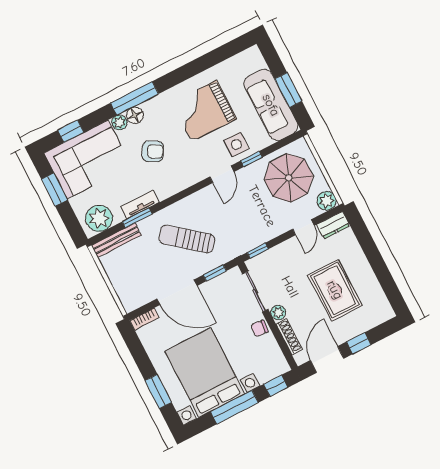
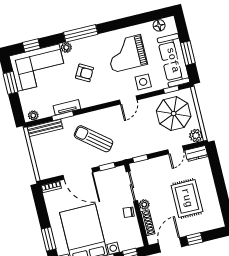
floor lamp: (135, 115) -> (159, 25), moved
window: (251, 159) -> (171, 89), moved
plant: (99, 218) -> (33, 115), width x0.53, depth x0.53

